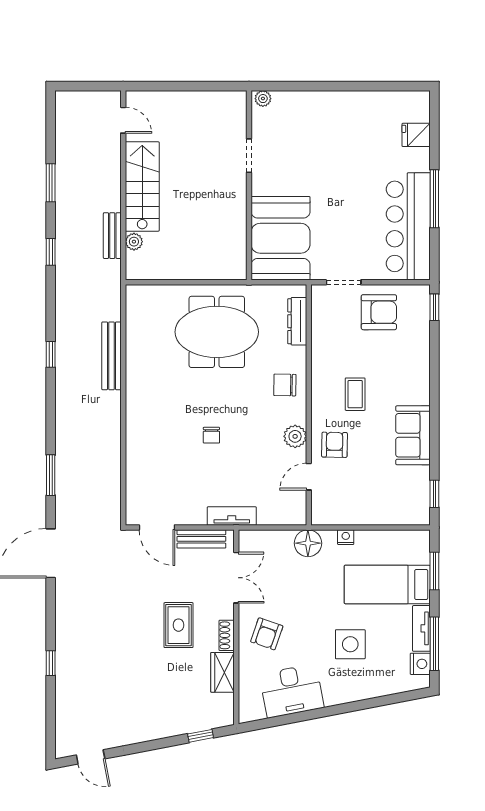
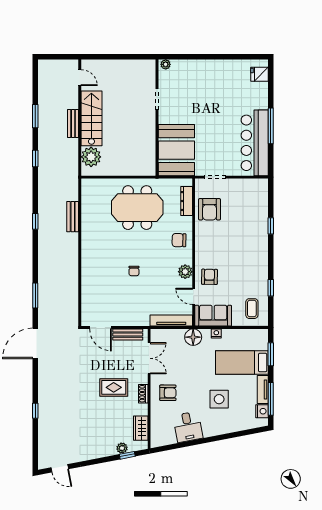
fridge: (416, 135) -> (260, 74), moved
bench: (112, 236) -> (73, 123), moved
plant: (134, 242) -> (91, 157), width x1.88, depth x1.88
window: (434, 307) -> (271, 226), moved
armchair: (379, 312) -> (210, 209), moved, turned 90
bench: (112, 356) -> (73, 217), width x0.73
coffee table: (355, 394) -> (252, 309), moved
sofa: (413, 435) -> (213, 316), moved, turned 90
door: (309, 477) -> (194, 296), hinge flipped
window: (434, 494) -> (271, 288), moved
tv unit: (232, 516) -> (171, 321), moved, width x1.41
rug: (179, 625) -> (114, 387), turned 90
armchair: (267, 634) -> (168, 393), turned -109
wardrobe: (222, 672) -> (141, 428), moved
desk: (292, 691) -> (188, 427), width x0.73
plant: (192, 724) -> (122, 448), added

